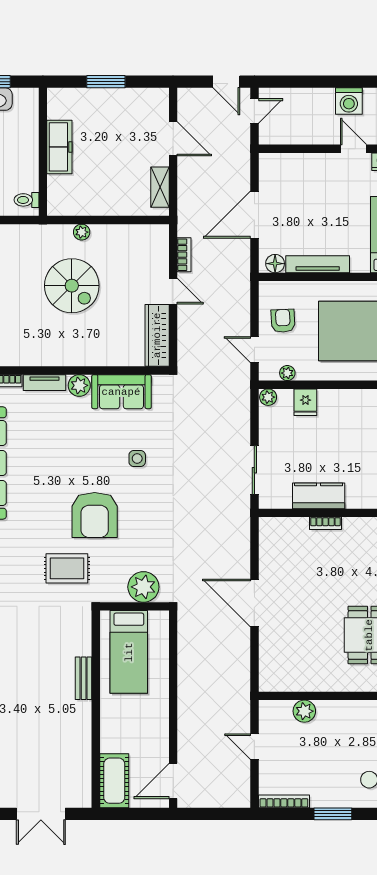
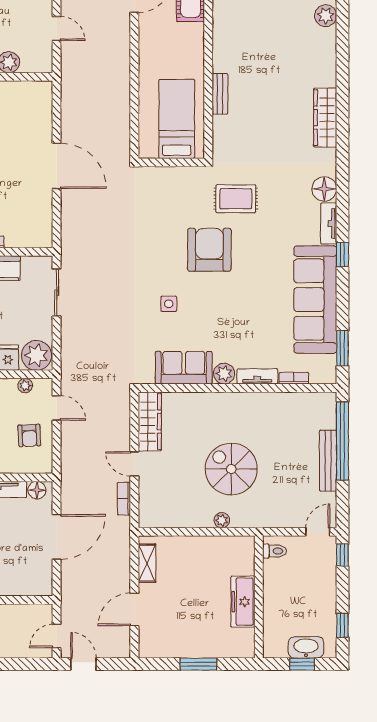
door: (173, 139) -> (134, 609), hinge flipped
plant: (268, 397) -> (37, 355), width x1.87, depth x1.87
plant: (143, 587) -> (163, 181), removed

